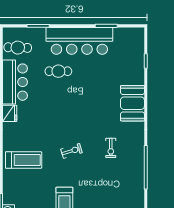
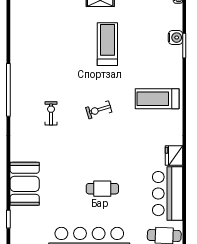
cafe table: (58, 71) -> (102, 189), moved
booth: (132, 103) -> (25, 184), moved

